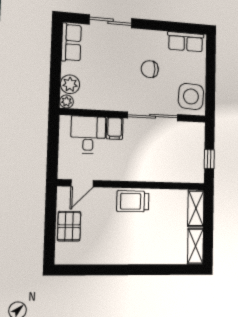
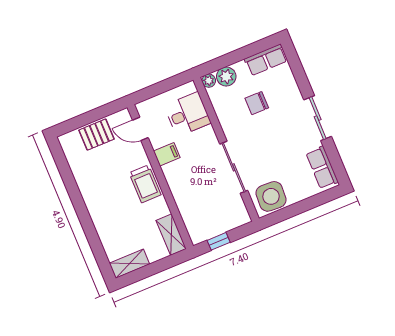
sliding door: (111, 21) -> (318, 118), moved
chair: (150, 69) -> (257, 103), moved, turned -90
filing cabinet: (115, 128) -> (167, 154), moved, turned 180
trolley: (133, 201) -> (145, 184), turned 180
shelving: (196, 208) -> (171, 235), moved, turned 90

